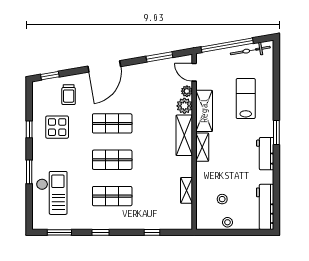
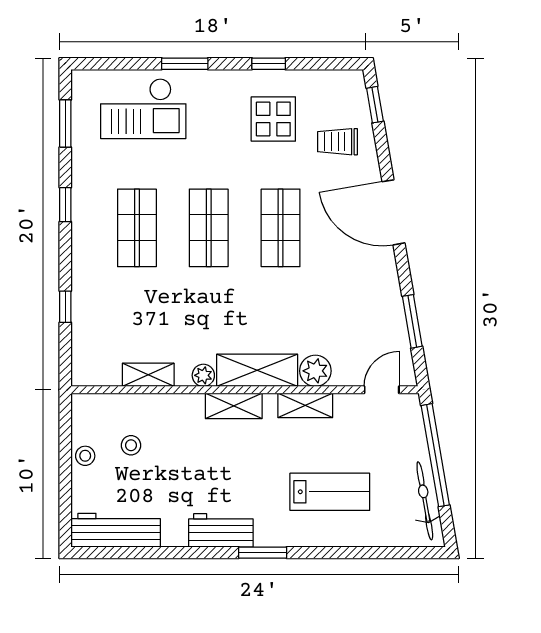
plant: (187, 91) -> (203, 375), moved
shelving: (204, 111) -> (305, 405), width x0.67, depth x0.75

